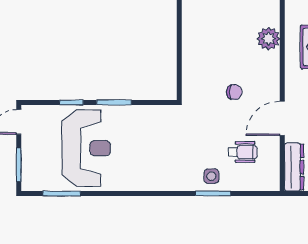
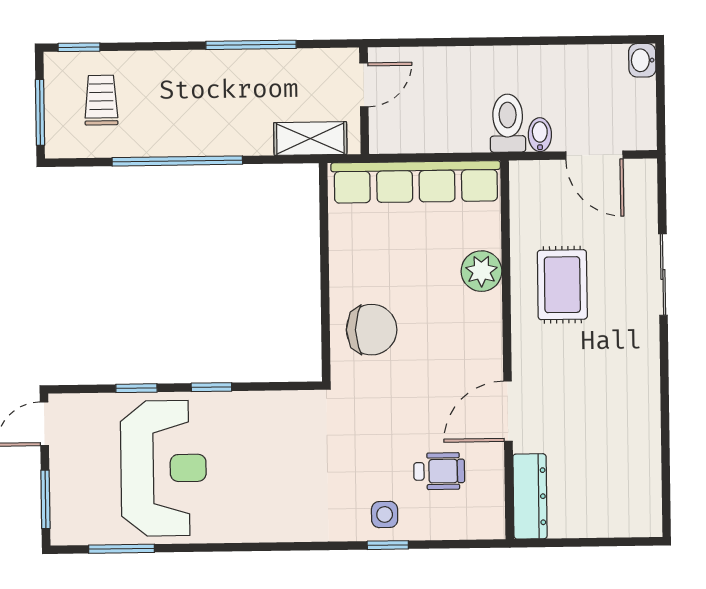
chair: (234, 92) -> (372, 330), moved, width x1.87, depth x1.87
window: (114, 102) -> (211, 387), width x0.67
window: (213, 194) -> (388, 545), width x0.67

